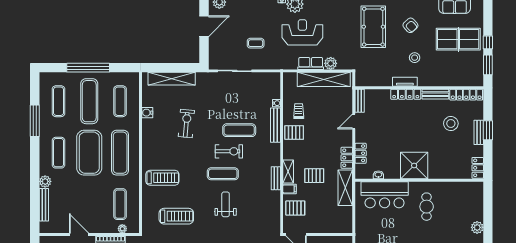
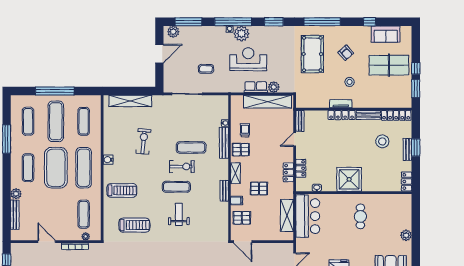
water cooler: (147, 113) -> (108, 160), moved
shelving: (288, 172) -> (235, 173), moved
shelving: (345, 188) -> (287, 215), moved
bar counter: (385, 195) -> (308, 216), moved, turned -90

